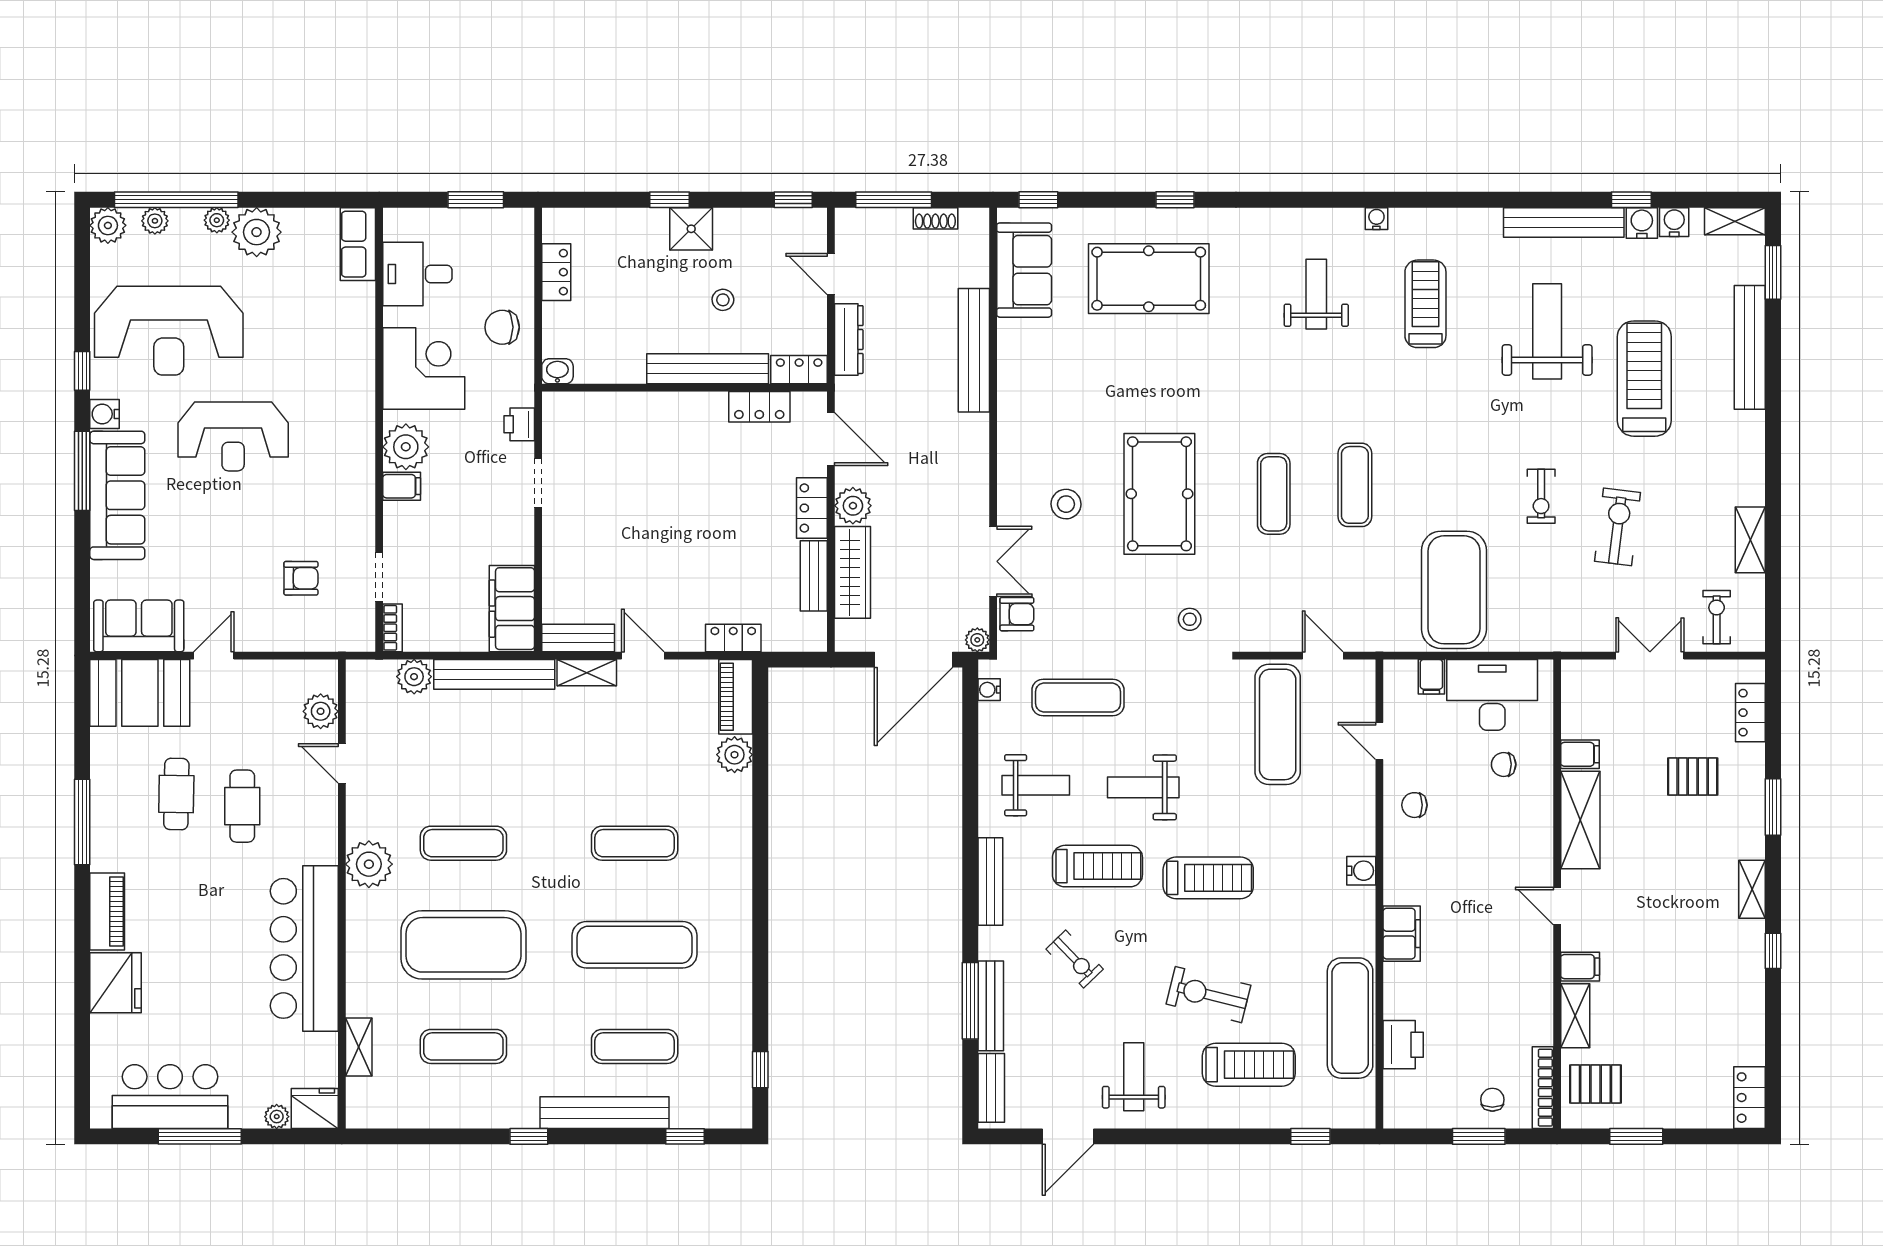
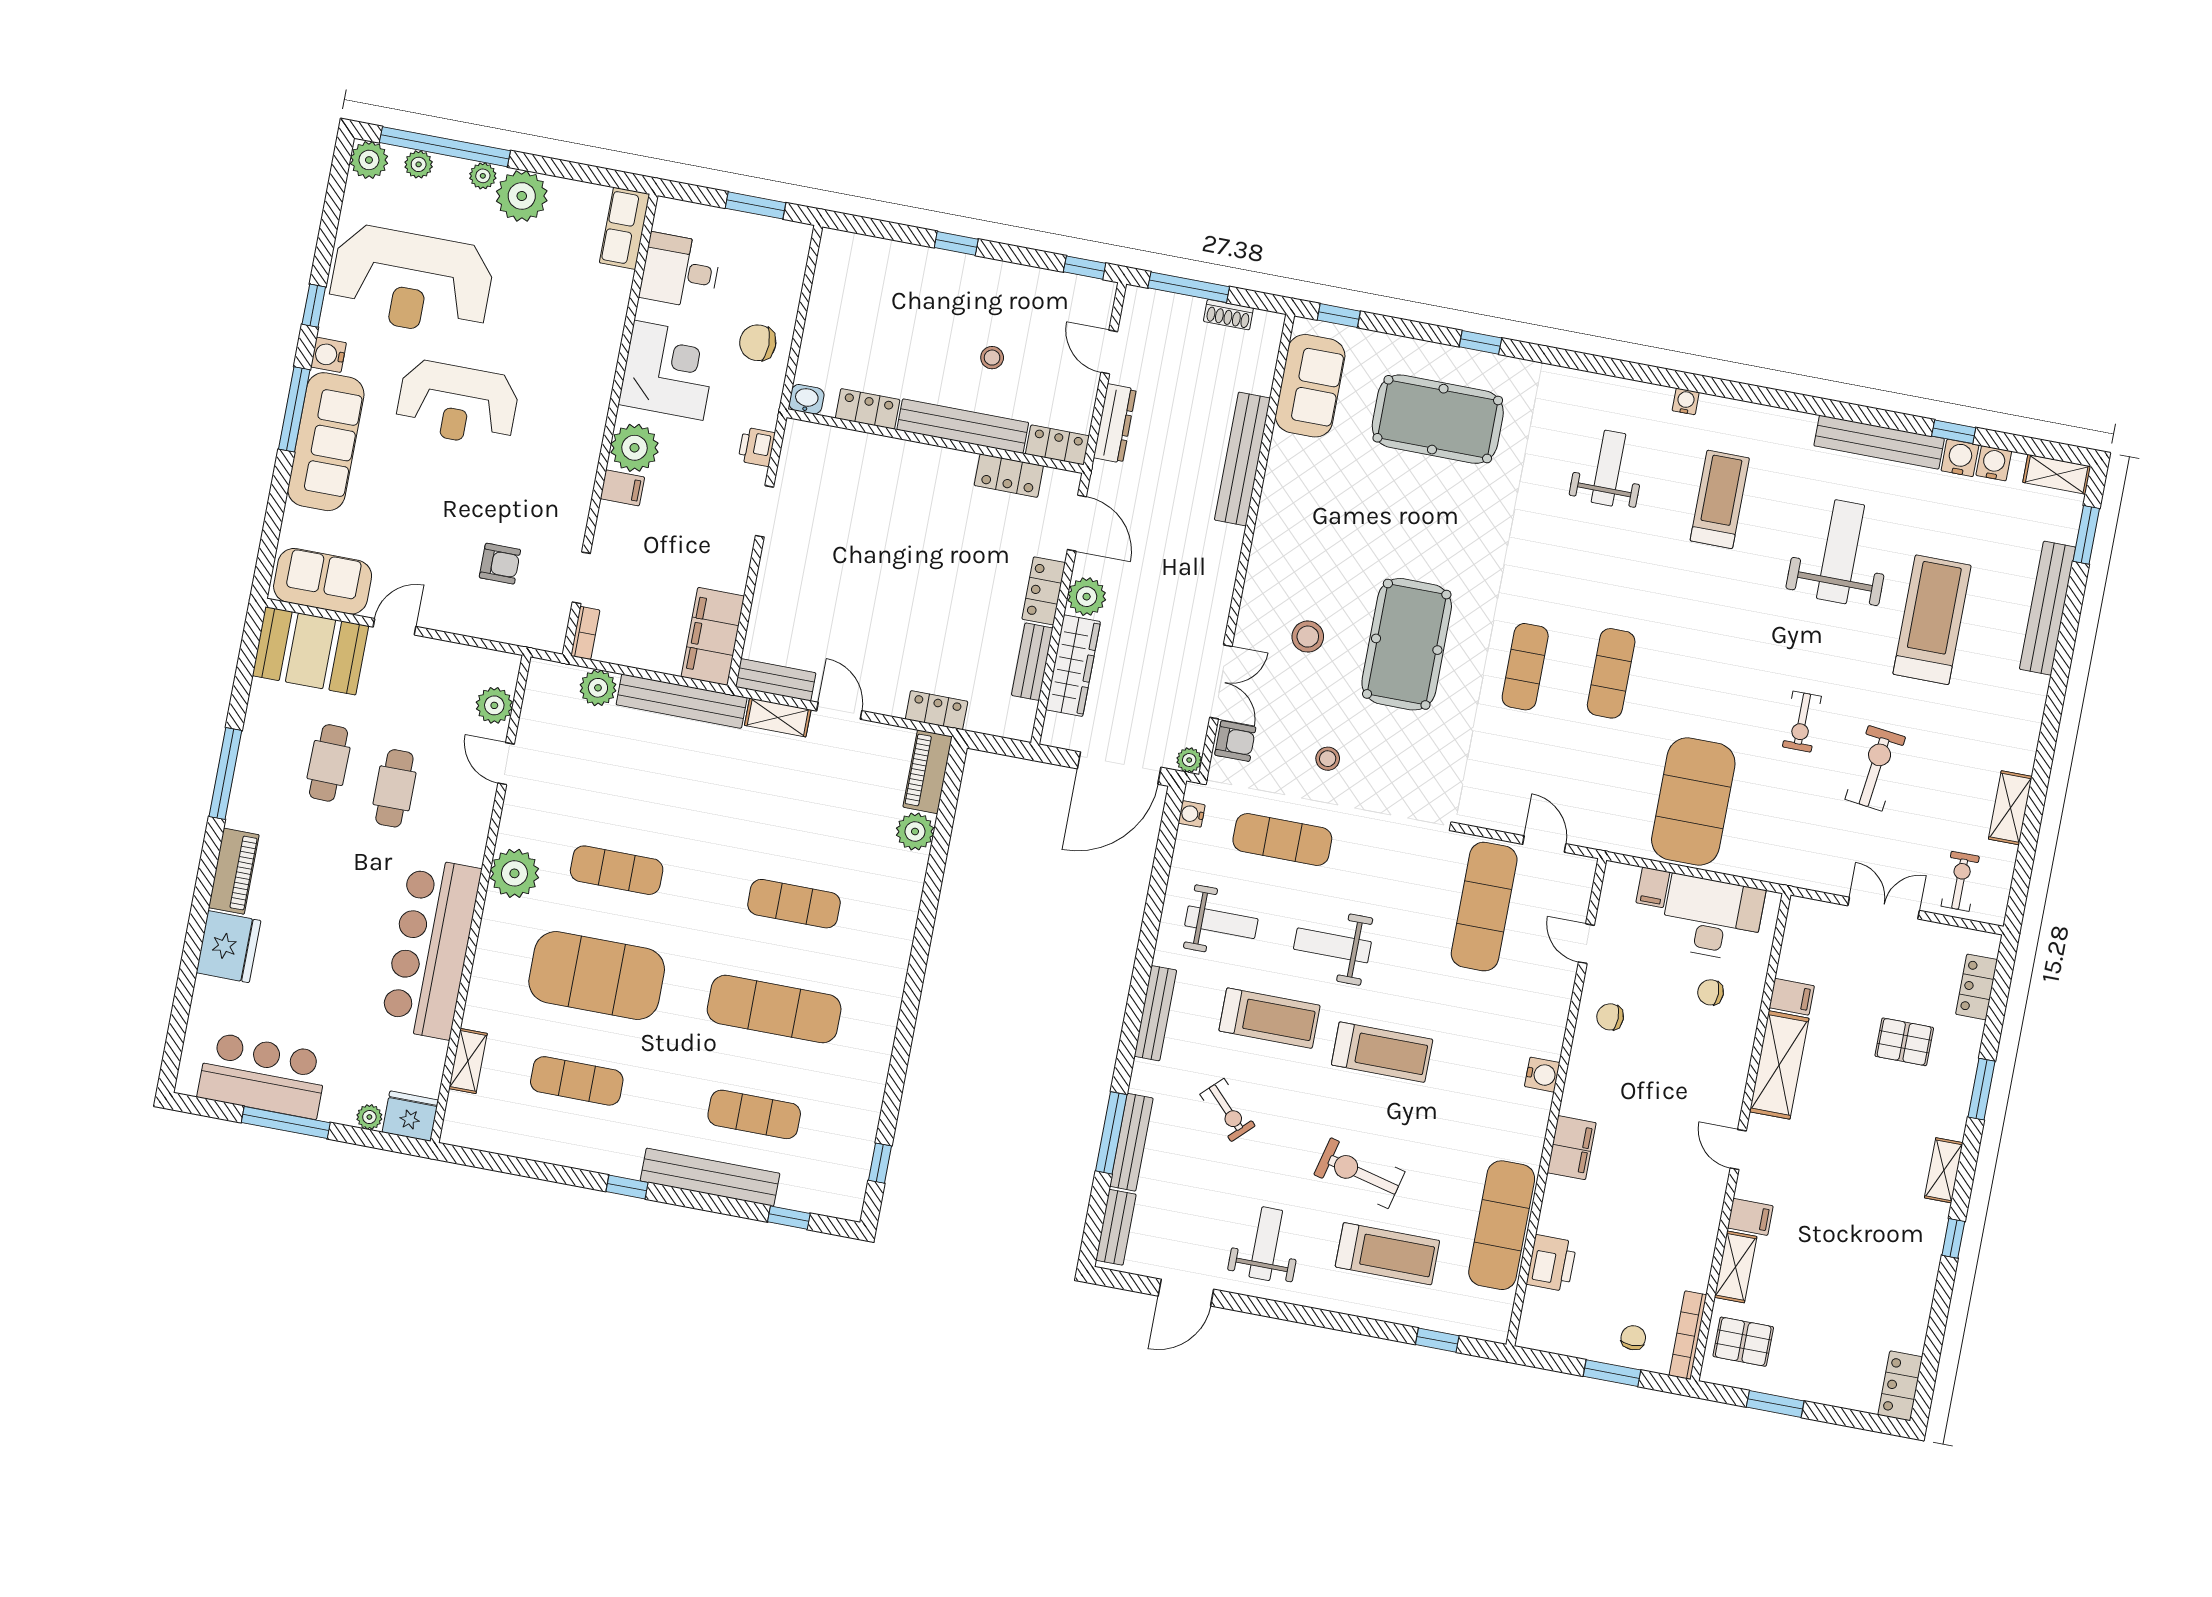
shower: (691, 229) -> (973, 278), removed
locker: (556, 272) -> (868, 409), moved, turned -90
stool: (1190, 619) -> (1328, 759), moved

